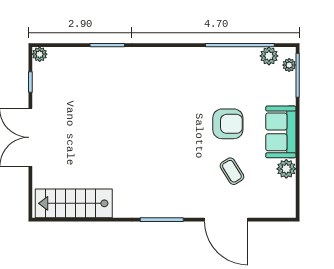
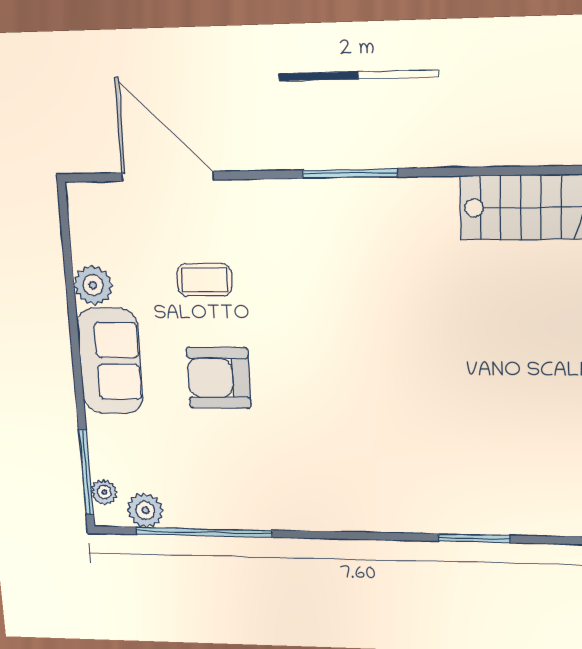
coffee table: (232, 171) -> (205, 280), turned -58
door: (226, 220) -> (168, 176), moved

